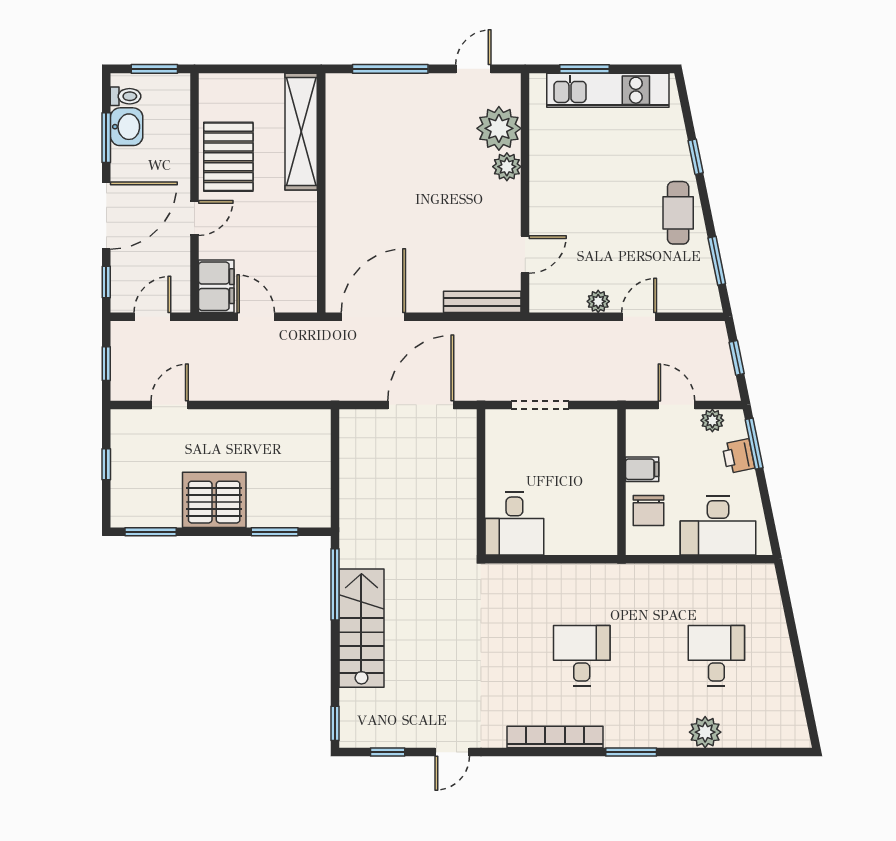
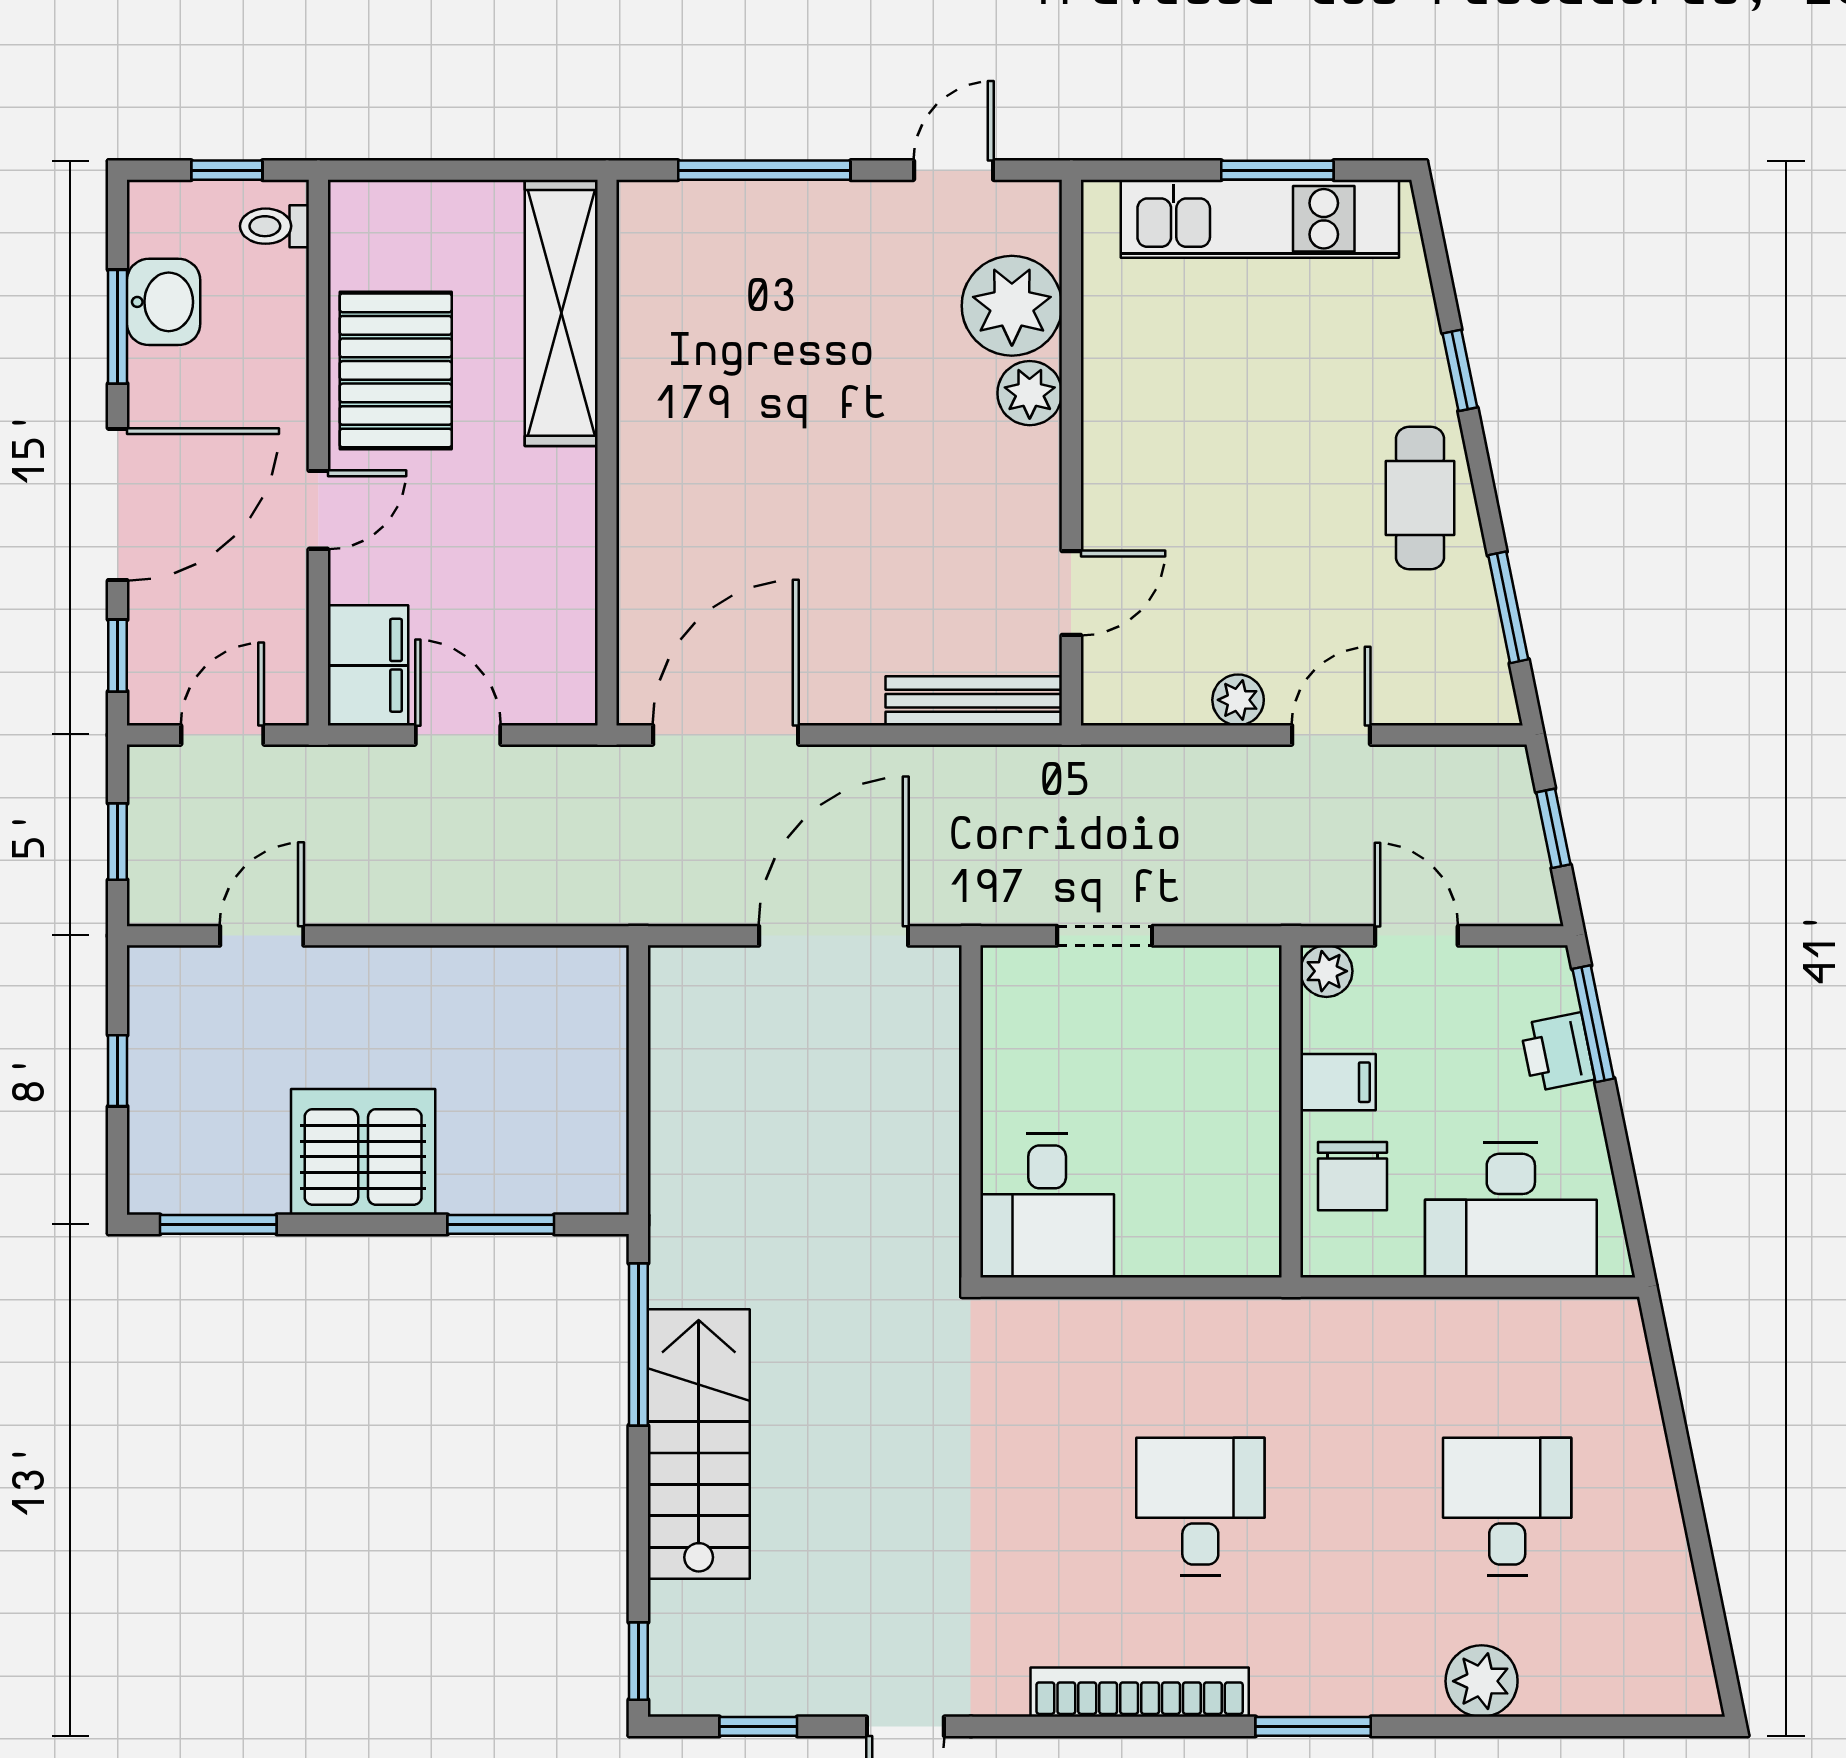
window: (154, 69) -> (227, 170), width x0.67
window: (585, 69) -> (1277, 170), moved
toilet: (126, 96) -> (275, 226), moved, turned 180
doorway: (540, 405) -> (1105, 936), width x0.73
plant: (712, 420) -> (1326, 971), moved

